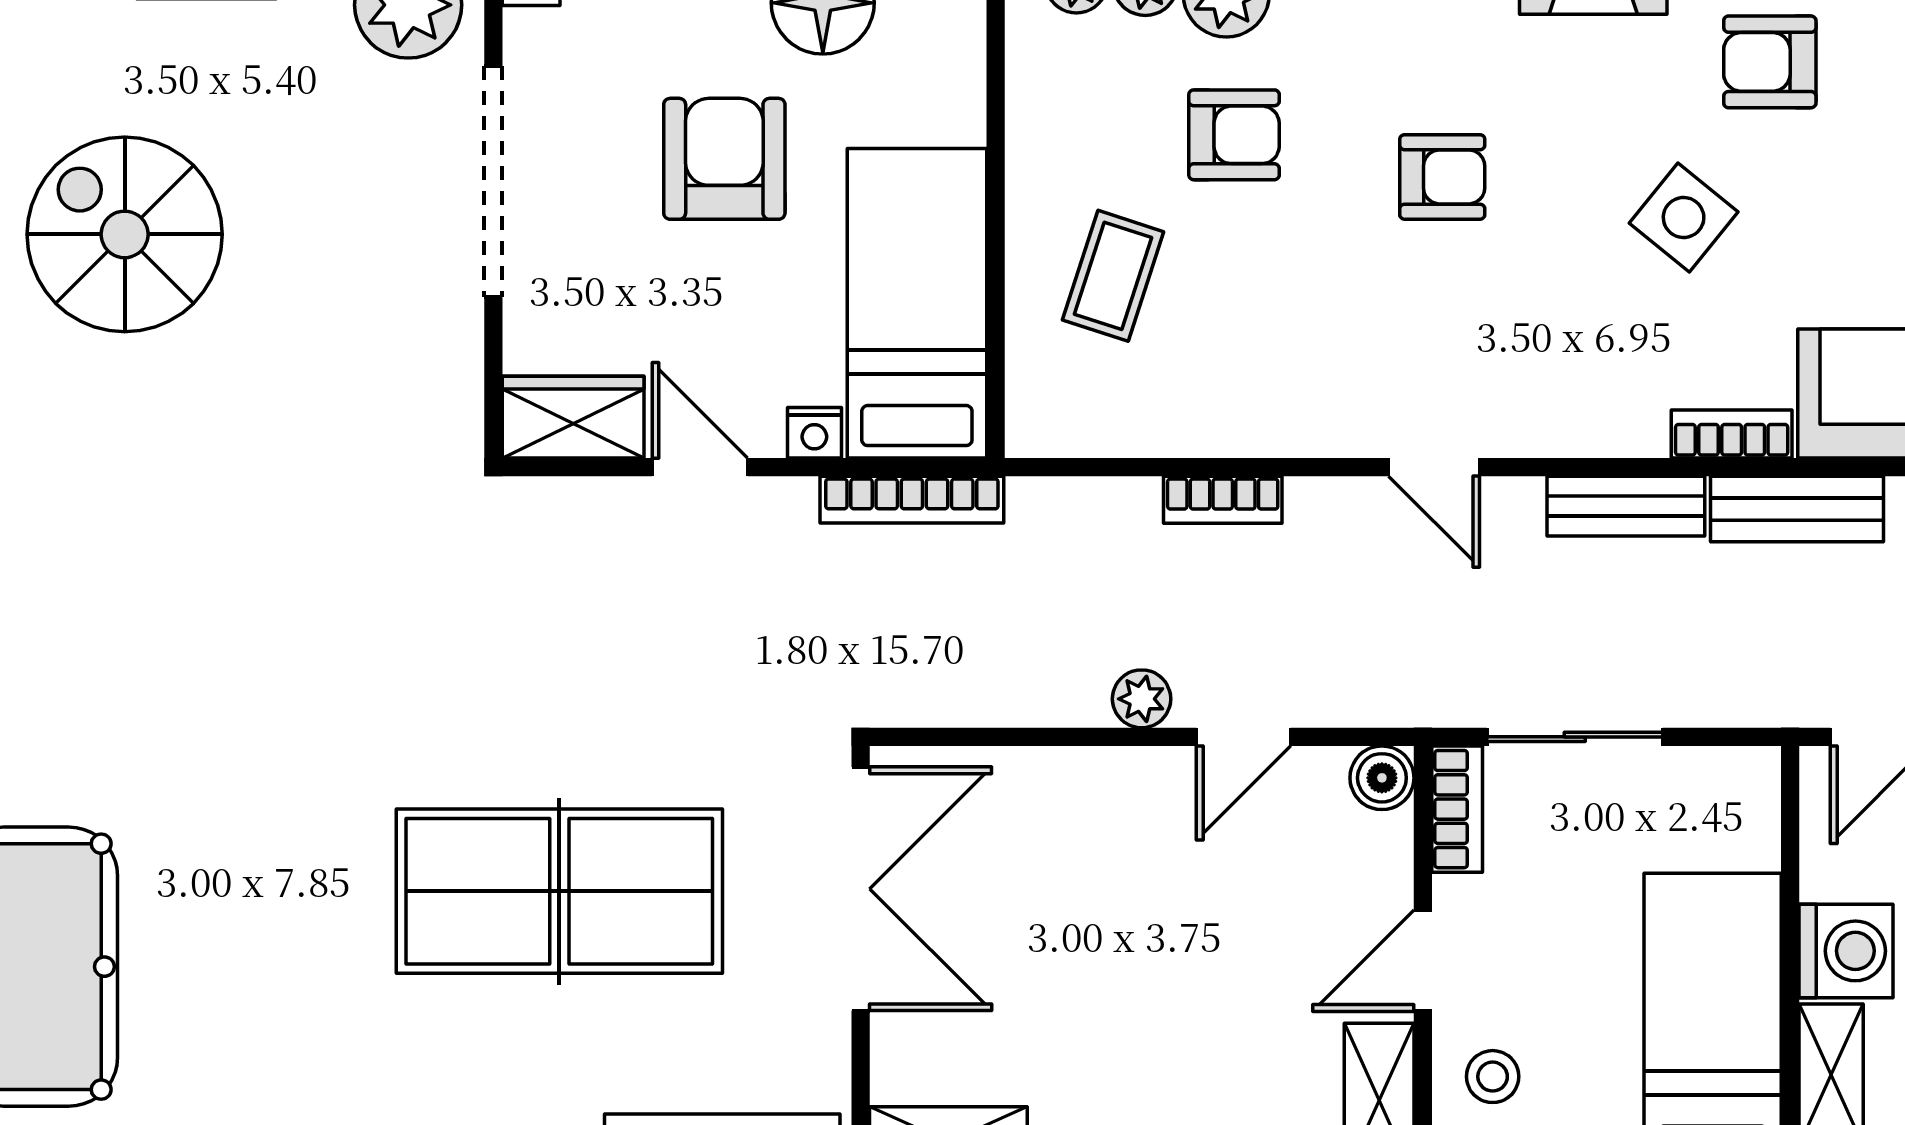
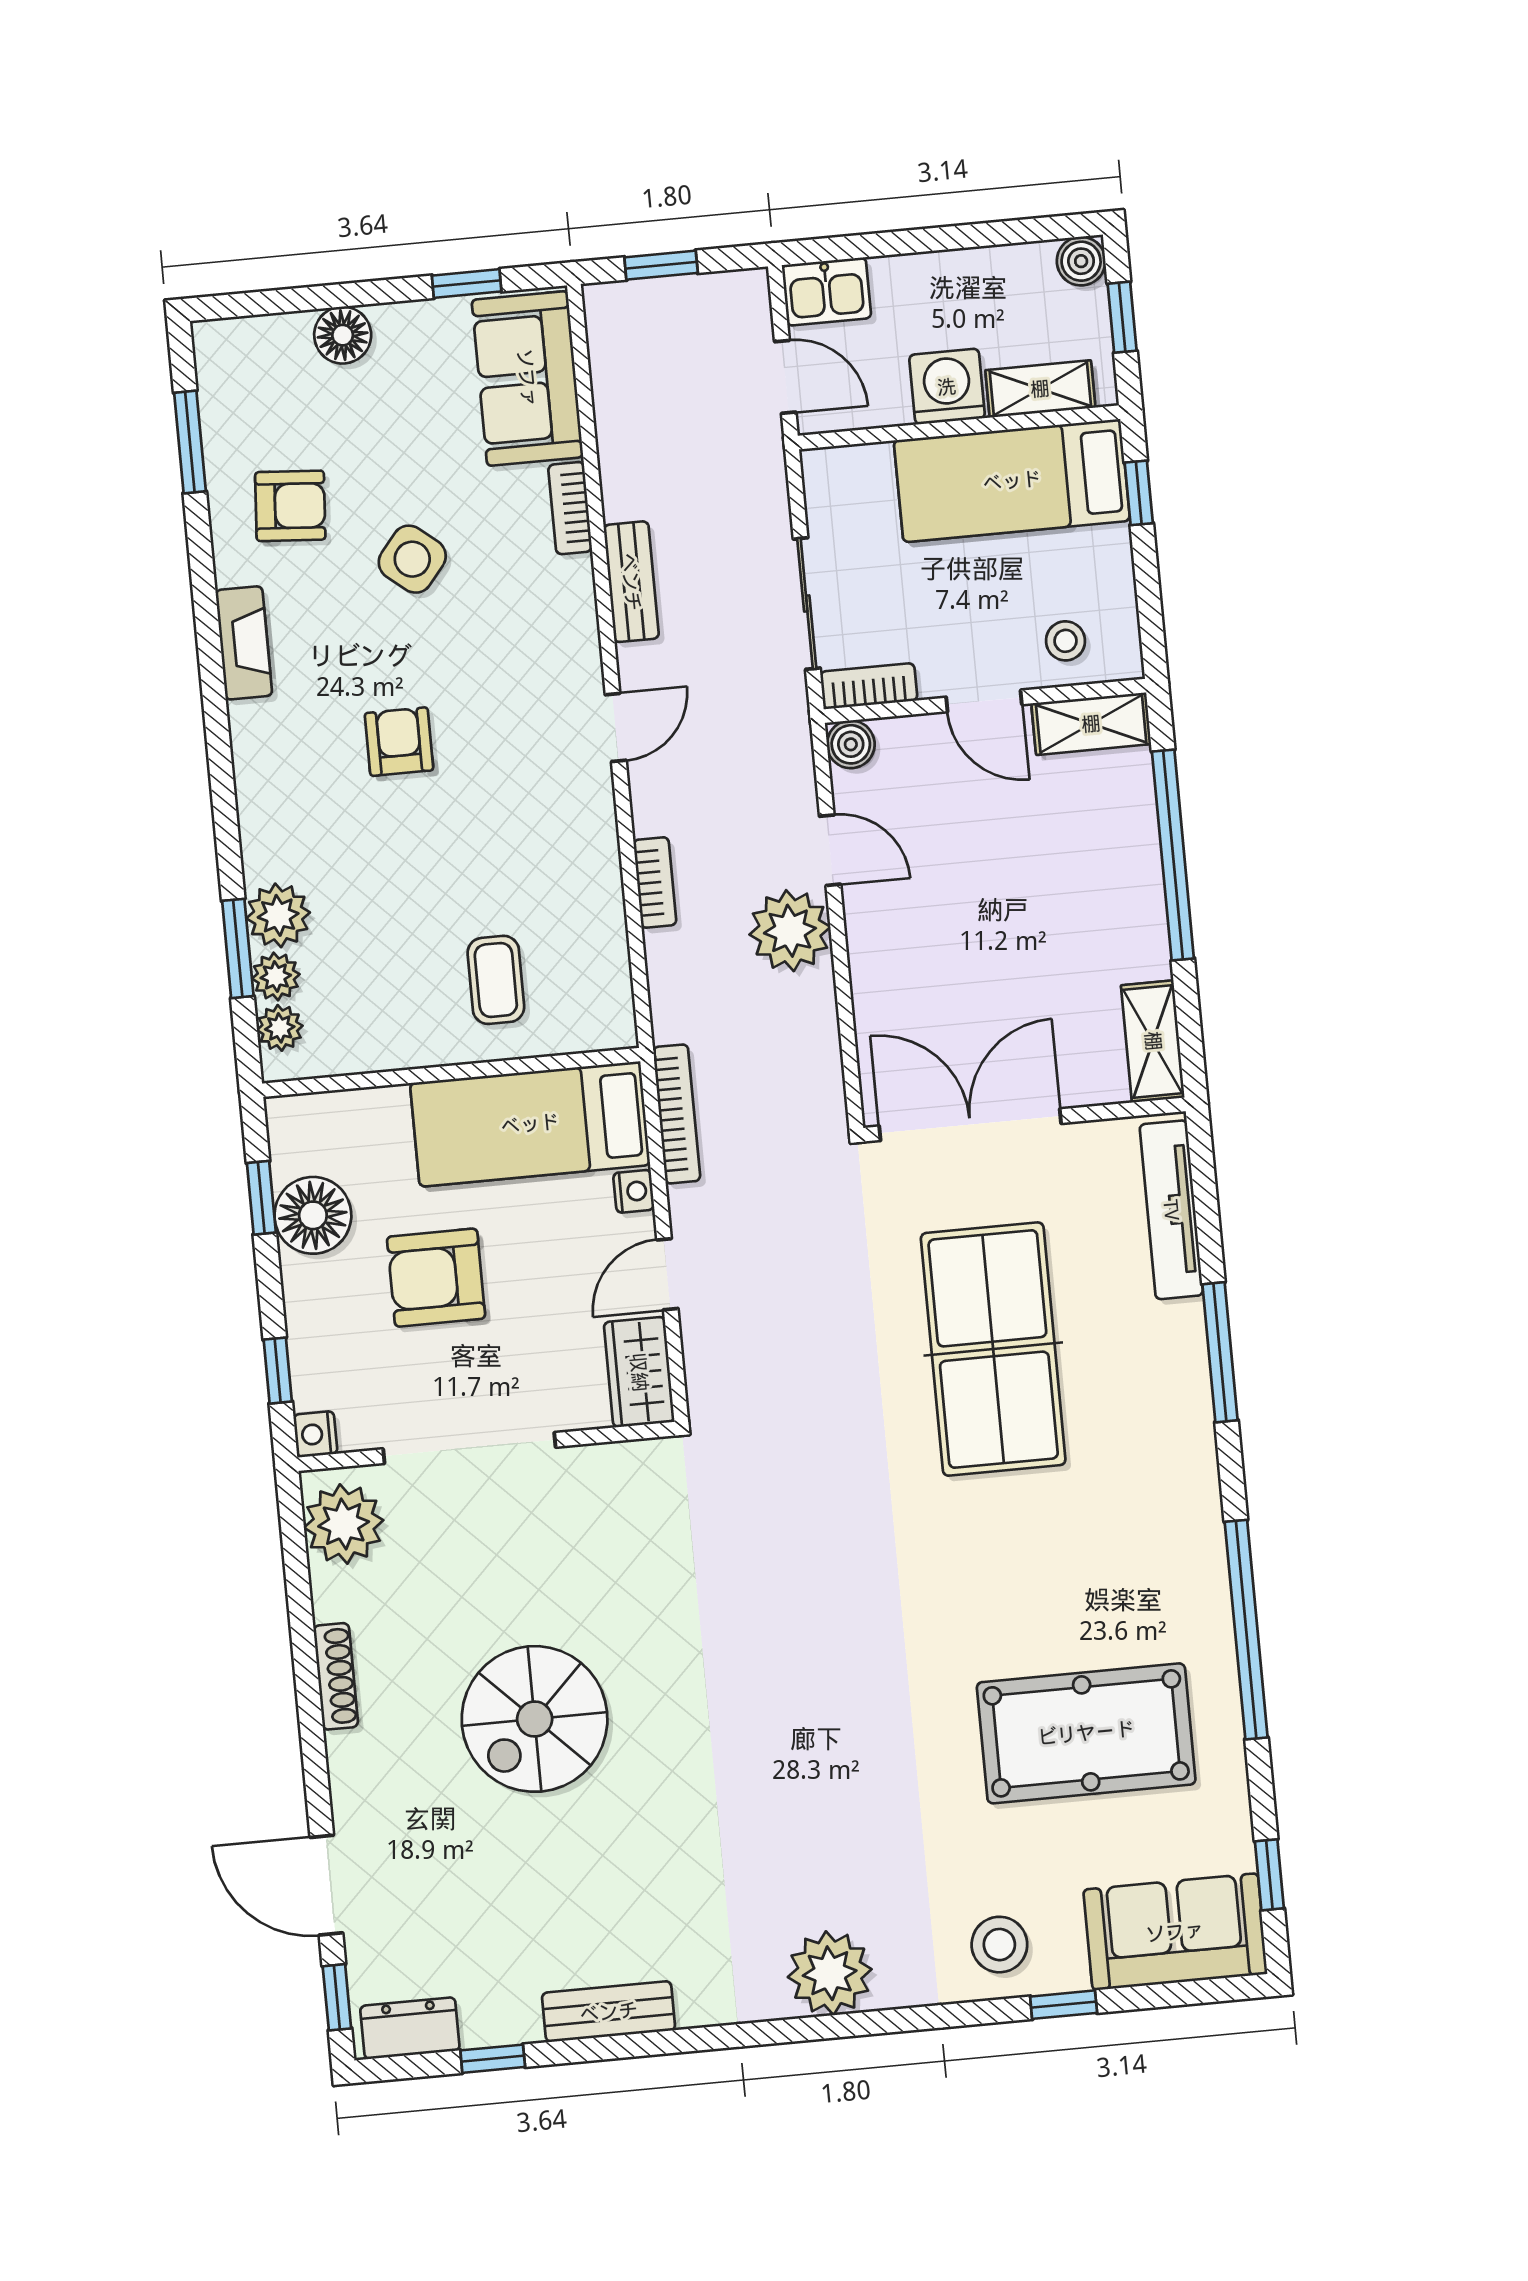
armchair: (1770, 62) -> (290, 506), turned -86
armchair: (1234, 135) -> (382, 900), removed
coffee table: (1113, 276) -> (496, 980), turned 72
bench: (1797, 509) -> (621, 454), removed
plant: (1142, 699) -> (790, 931), width x1.87, depth x1.87

